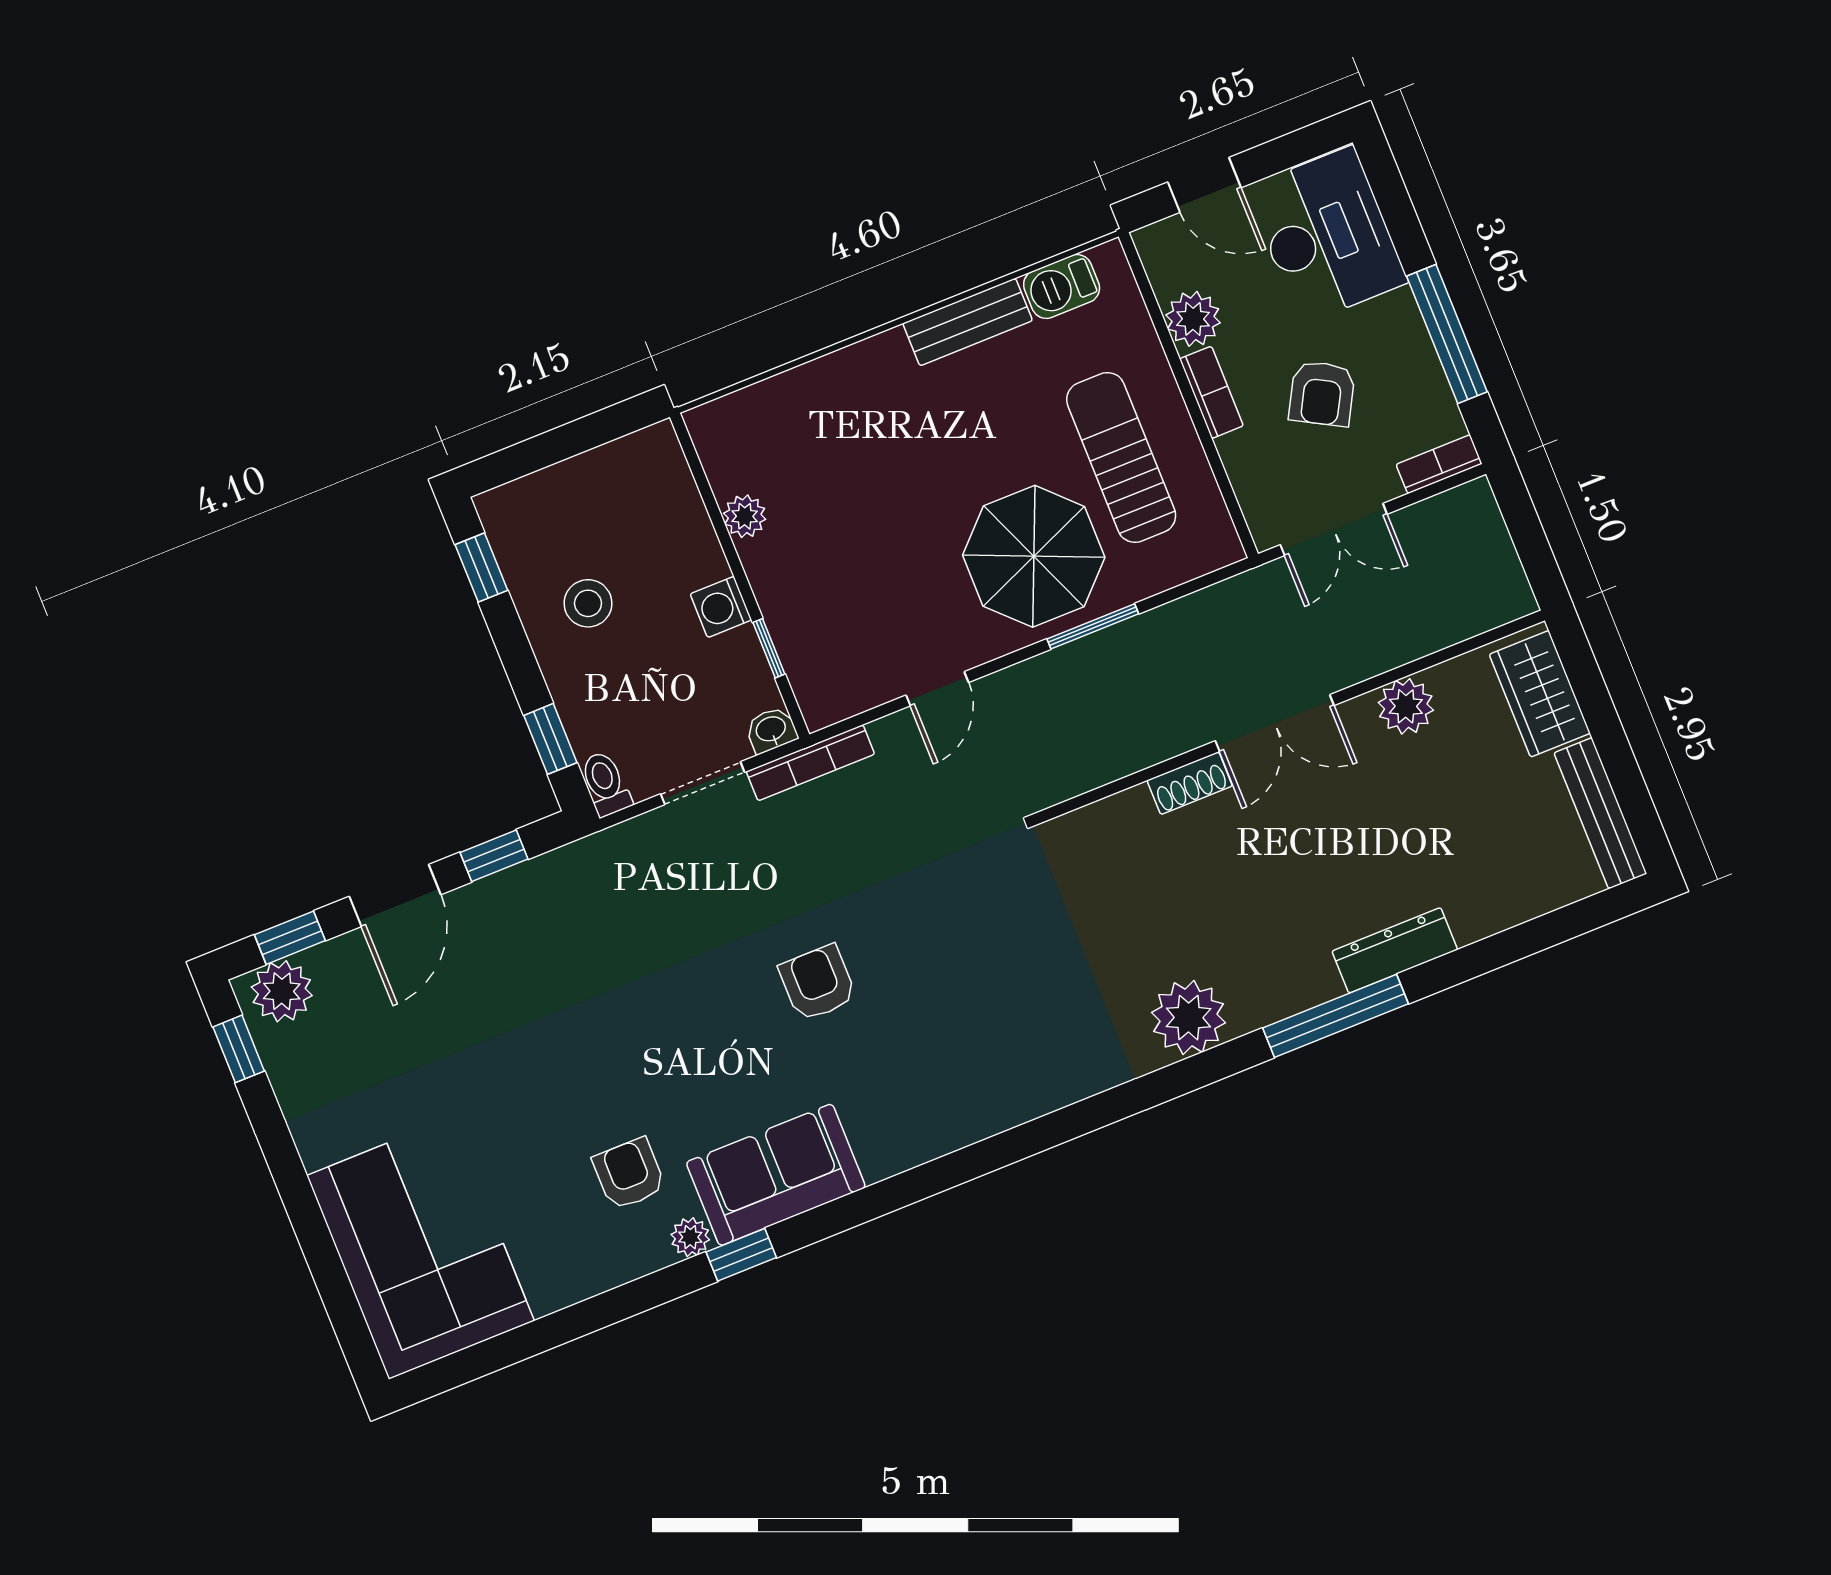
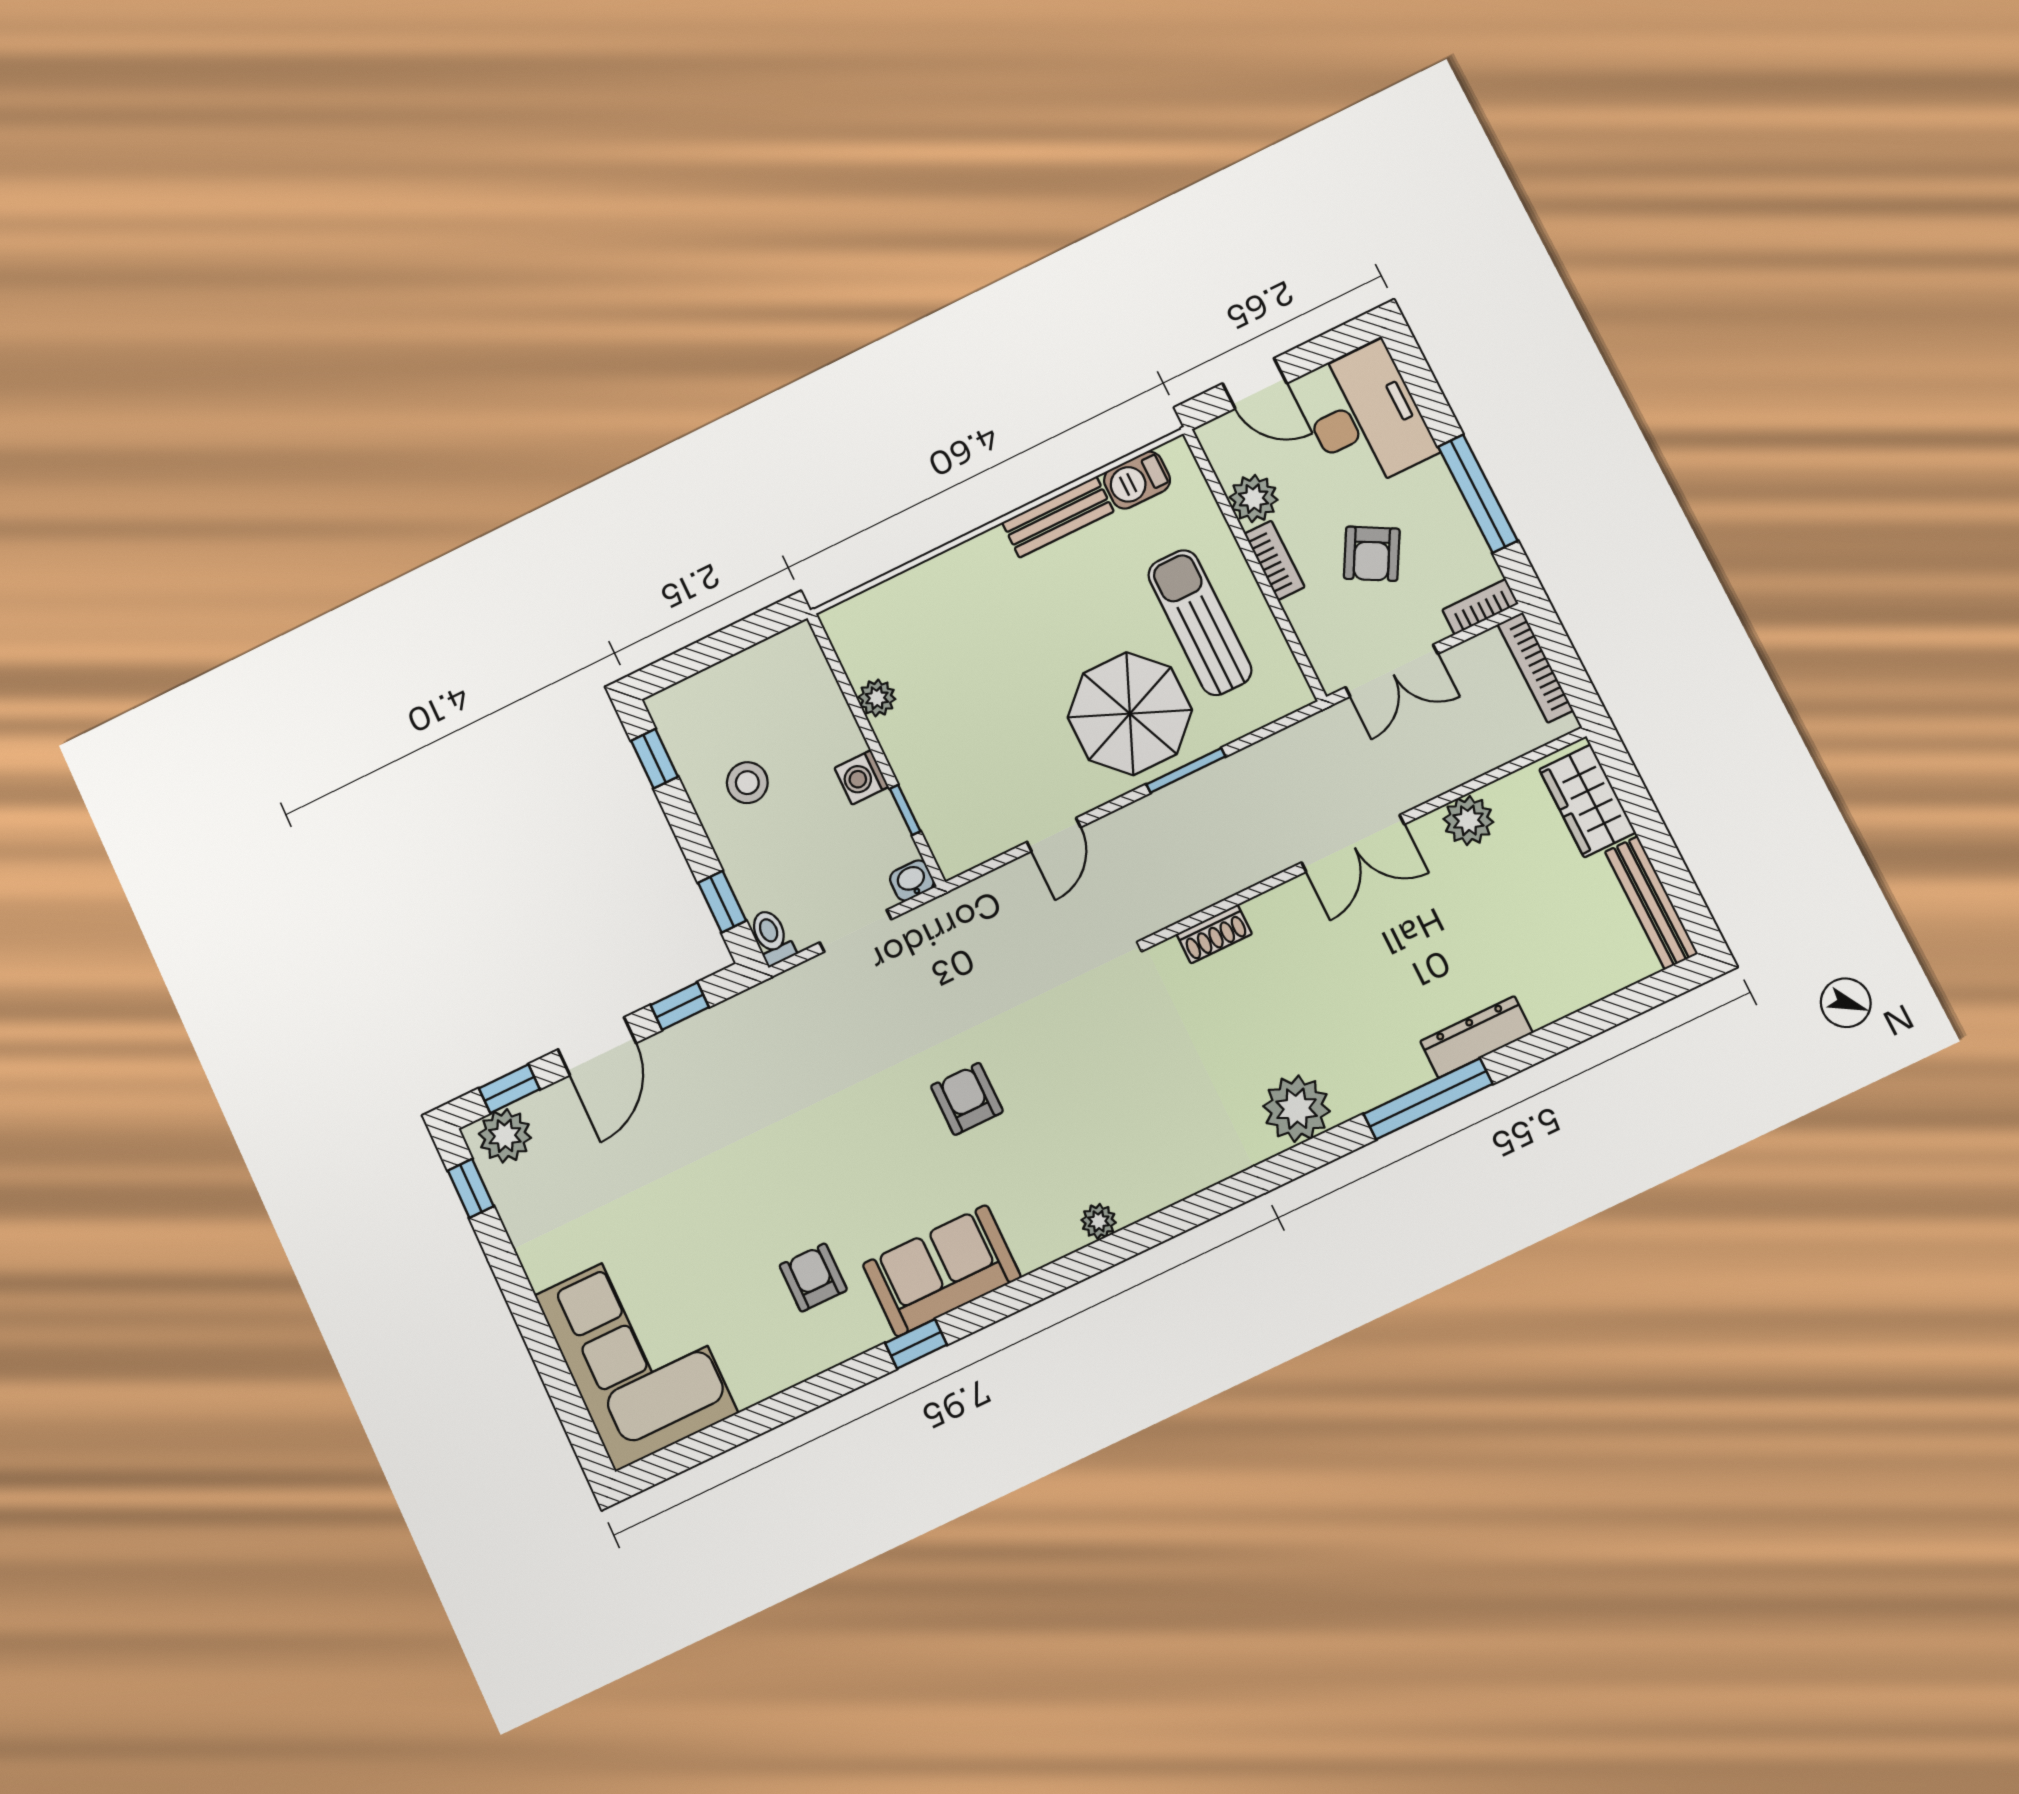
bookcase: (810, 763) -> (1535, 667), moved, turned 90
shoe rack: (1190, 783) -> (1214, 934), moved
plant: (690, 1237) -> (1099, 1221), moved

